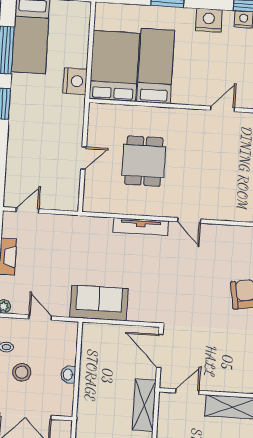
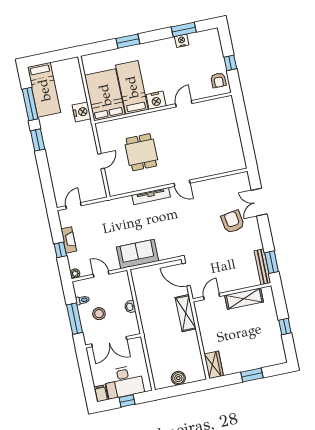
nightstand: (209, 20) -> (156, 100), moved, turned 180

